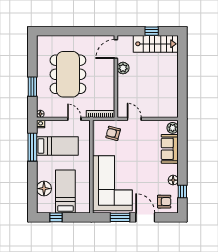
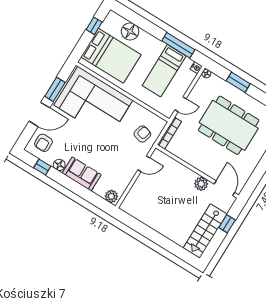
window: (152, 31) -> (227, 224), moved
sofa: (170, 149) -> (82, 174), moved
bed: (65, 191) -> (111, 56), width x1.50

